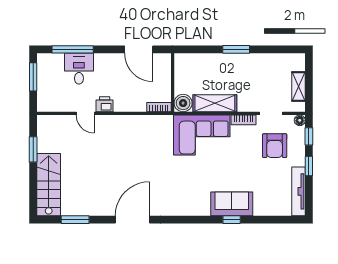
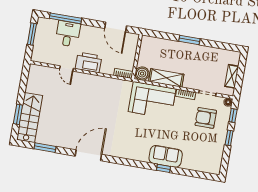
printer: (105, 104) -> (89, 62), width x1.87, depth x1.48
armchair: (275, 146) -> (206, 118), turned 90
window: (33, 149) -> (18, 114), moved
tv unit: (299, 191) -> (218, 156), removed

